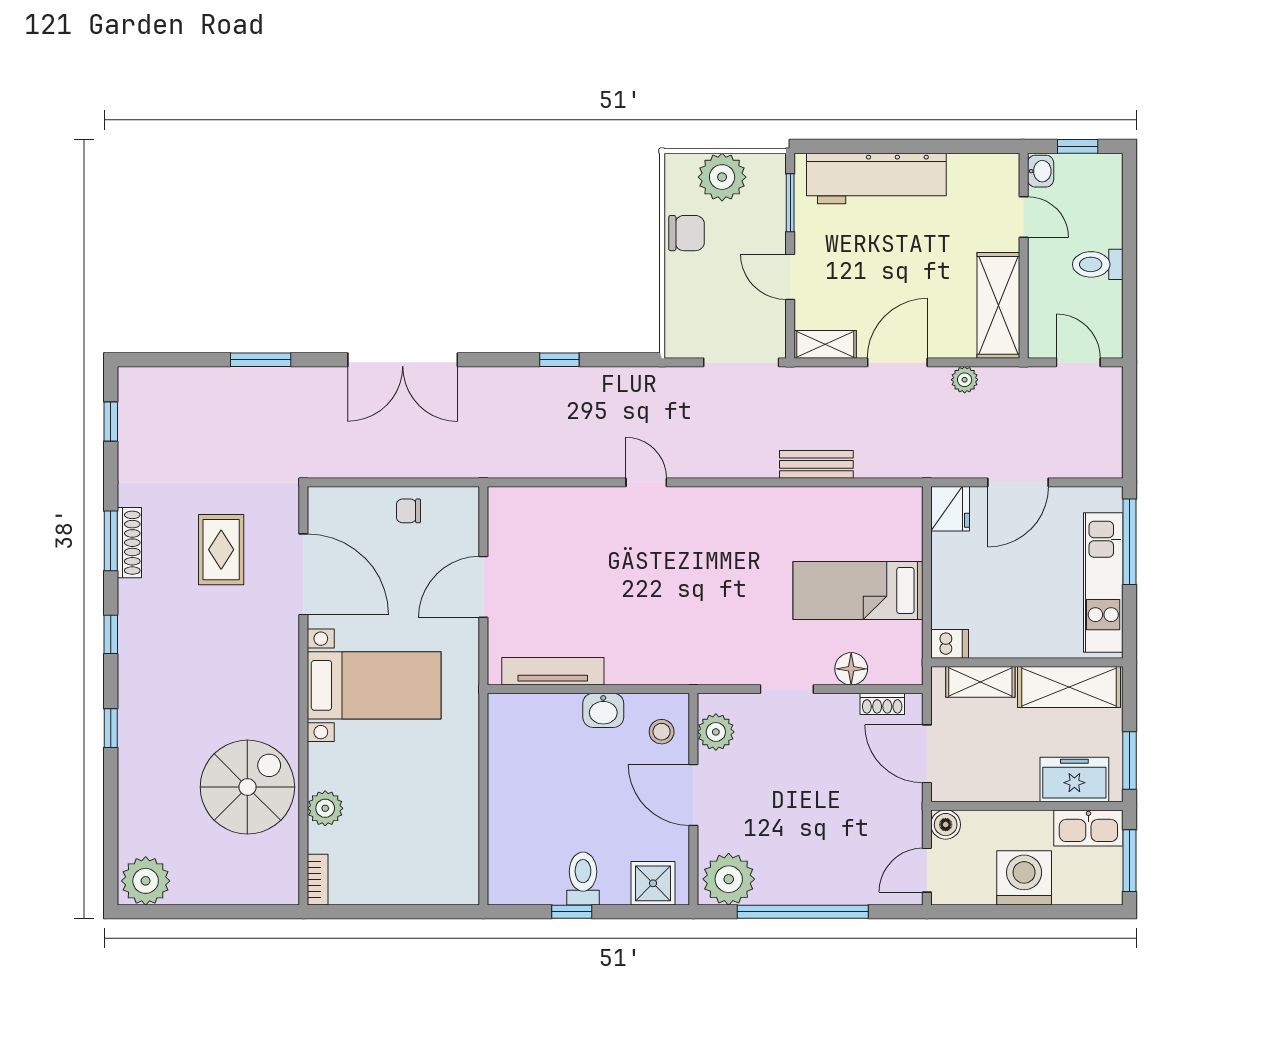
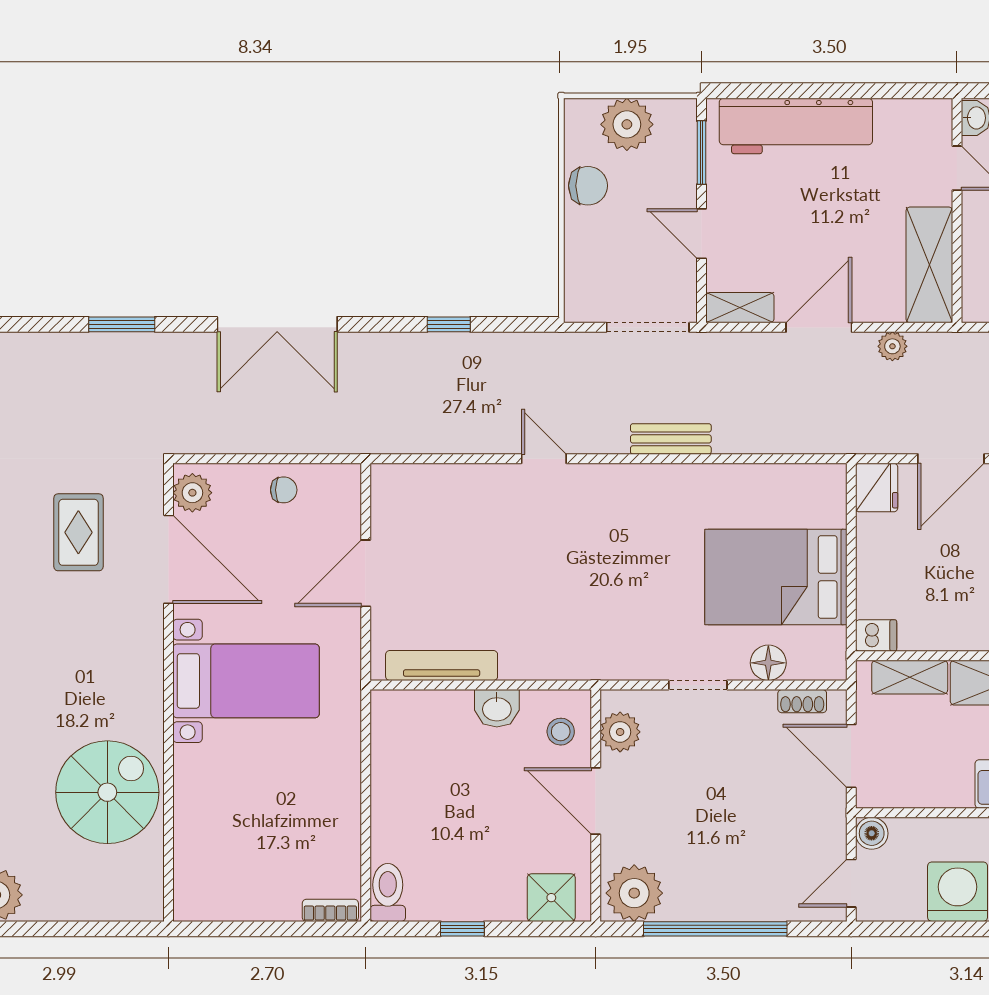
bench: (816, 464) -> (671, 439), moved
chair: (409, 511) -> (284, 490), turned 180
bed: (858, 590) -> (776, 577), width x1.50
plant: (325, 808) -> (192, 493), moved
toilet: (583, 879) -> (388, 892), moved
bookcase: (318, 880) -> (330, 910), moved, turned -90

